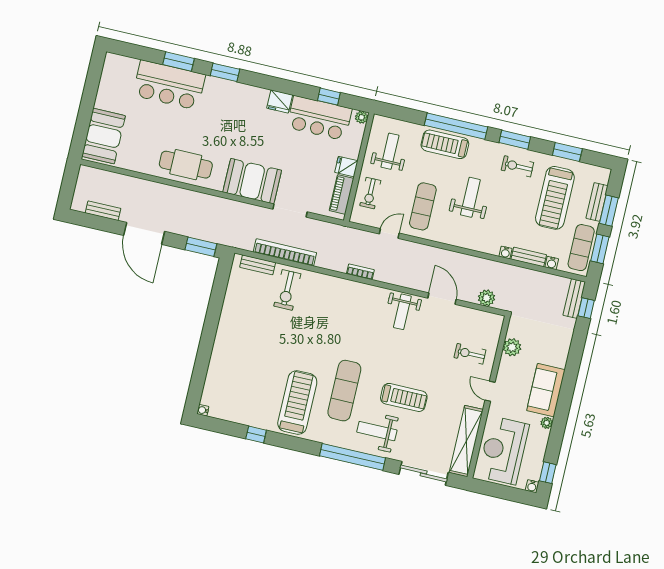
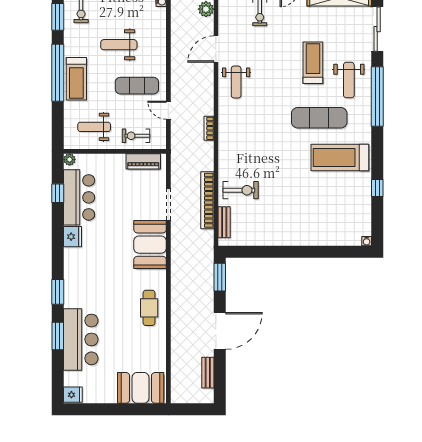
cafe table: (186, 165) -> (149, 308), width x0.73, depth x0.74
fridge: (346, 167) -> (73, 395), moved, turned -90
exercise bike: (370, 193) -> (136, 136), turned 180
weight bench: (402, 312) -> (236, 82), turned 90

